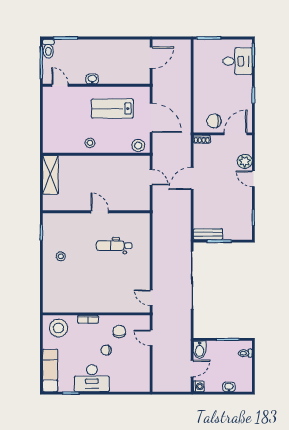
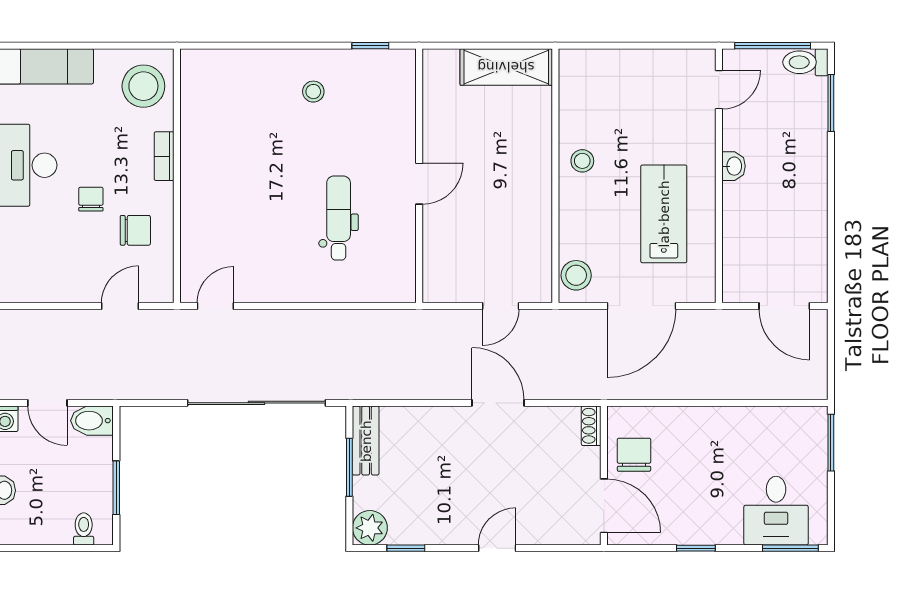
plant: (245, 161) -> (370, 528), moved

